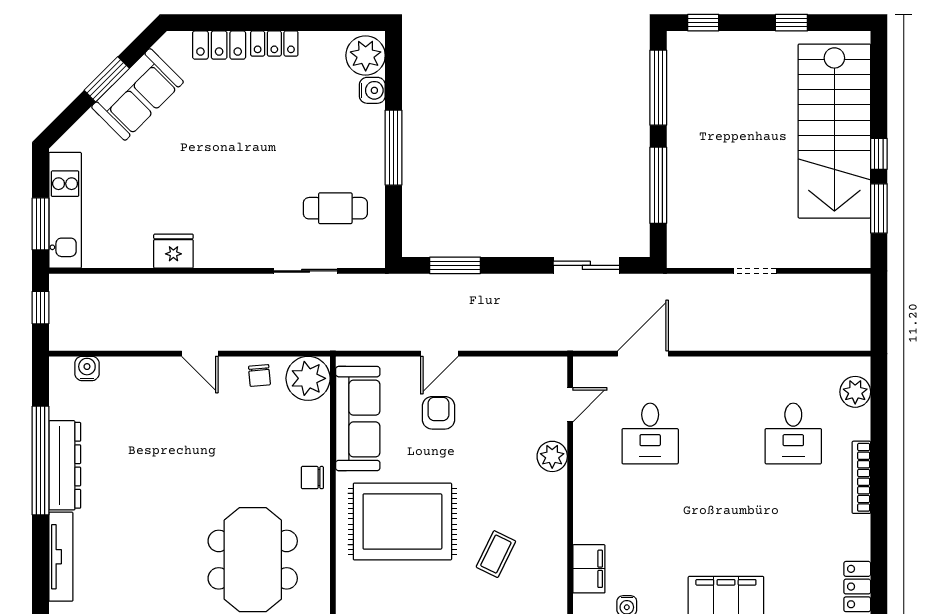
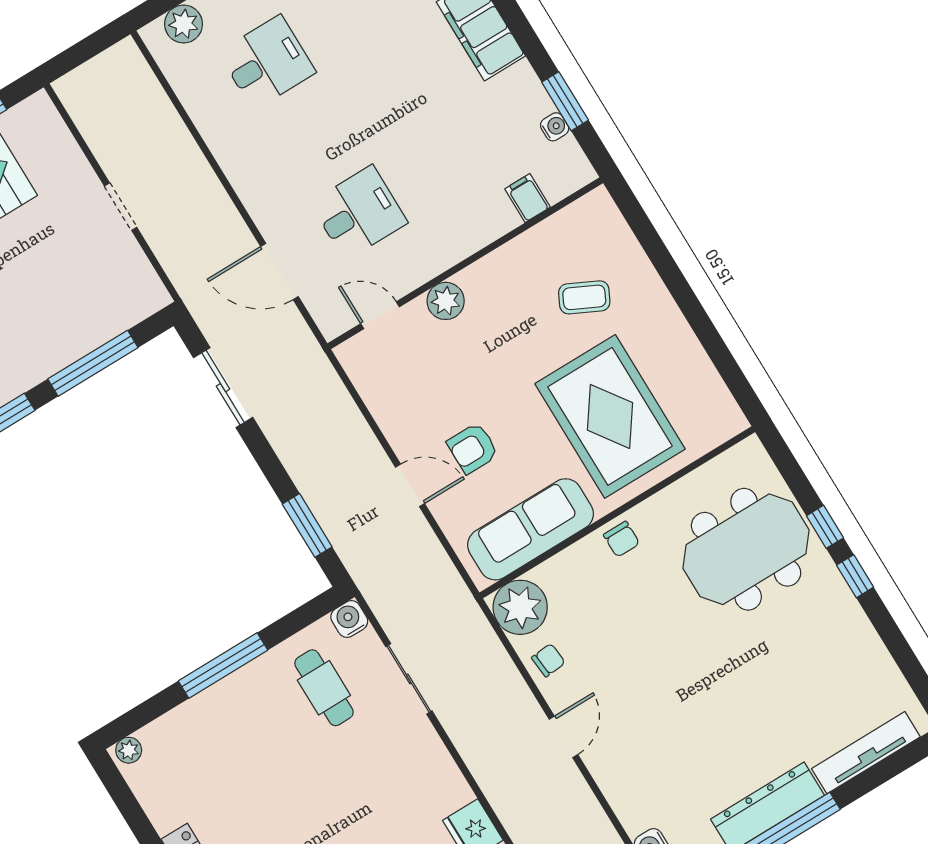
plant: (366, 55) -> (129, 750), width x0.53, depth x0.53
water cooler: (372, 90) -> (349, 619), moved
filing cabinet: (589, 569) -> (527, 198), width x0.50

